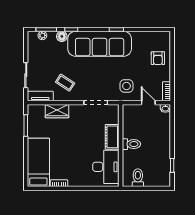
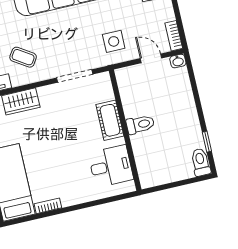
desk: (106, 167) -> (111, 166), width x0.73
toilet: (138, 178) -> (201, 162), moved

